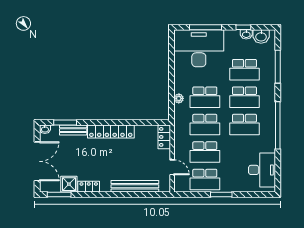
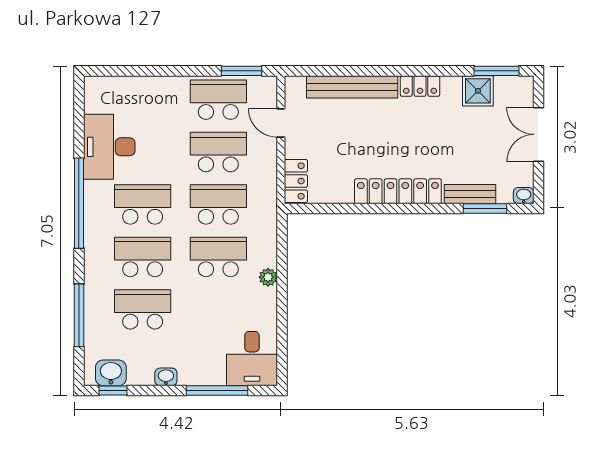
window: (243, 27) -> (113, 391), moved
washbasin: (246, 34) -> (166, 377), moved
desk: (199, 48) -> (252, 359), width x0.53, depth x0.77
plant: (179, 98) -> (268, 277), moved
double door: (37, 161) -> (539, 134), width x0.73
desk: (262, 170) -> (109, 147), moved
locker: (89, 187) -> (420, 86), moved
window: (221, 195) -> (242, 71), moved

